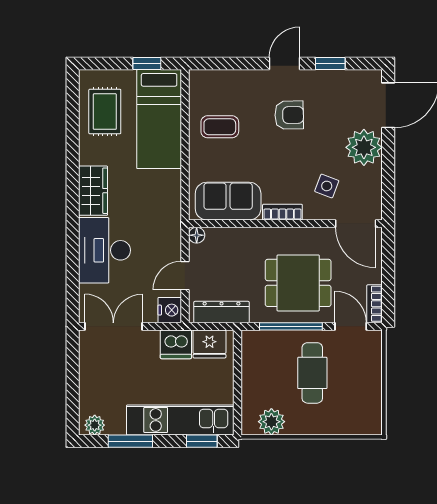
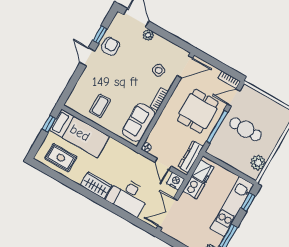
armchair: (289, 115) -> (110, 46), moved
plant: (364, 147) -> (148, 35), width x0.53, depth x0.53

